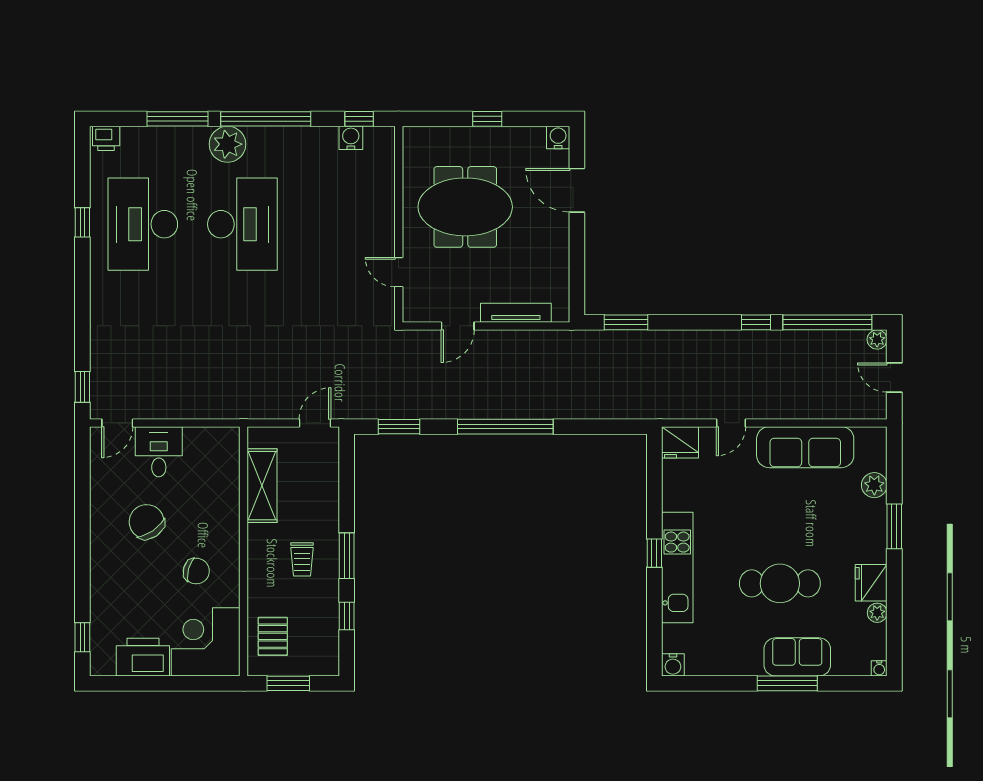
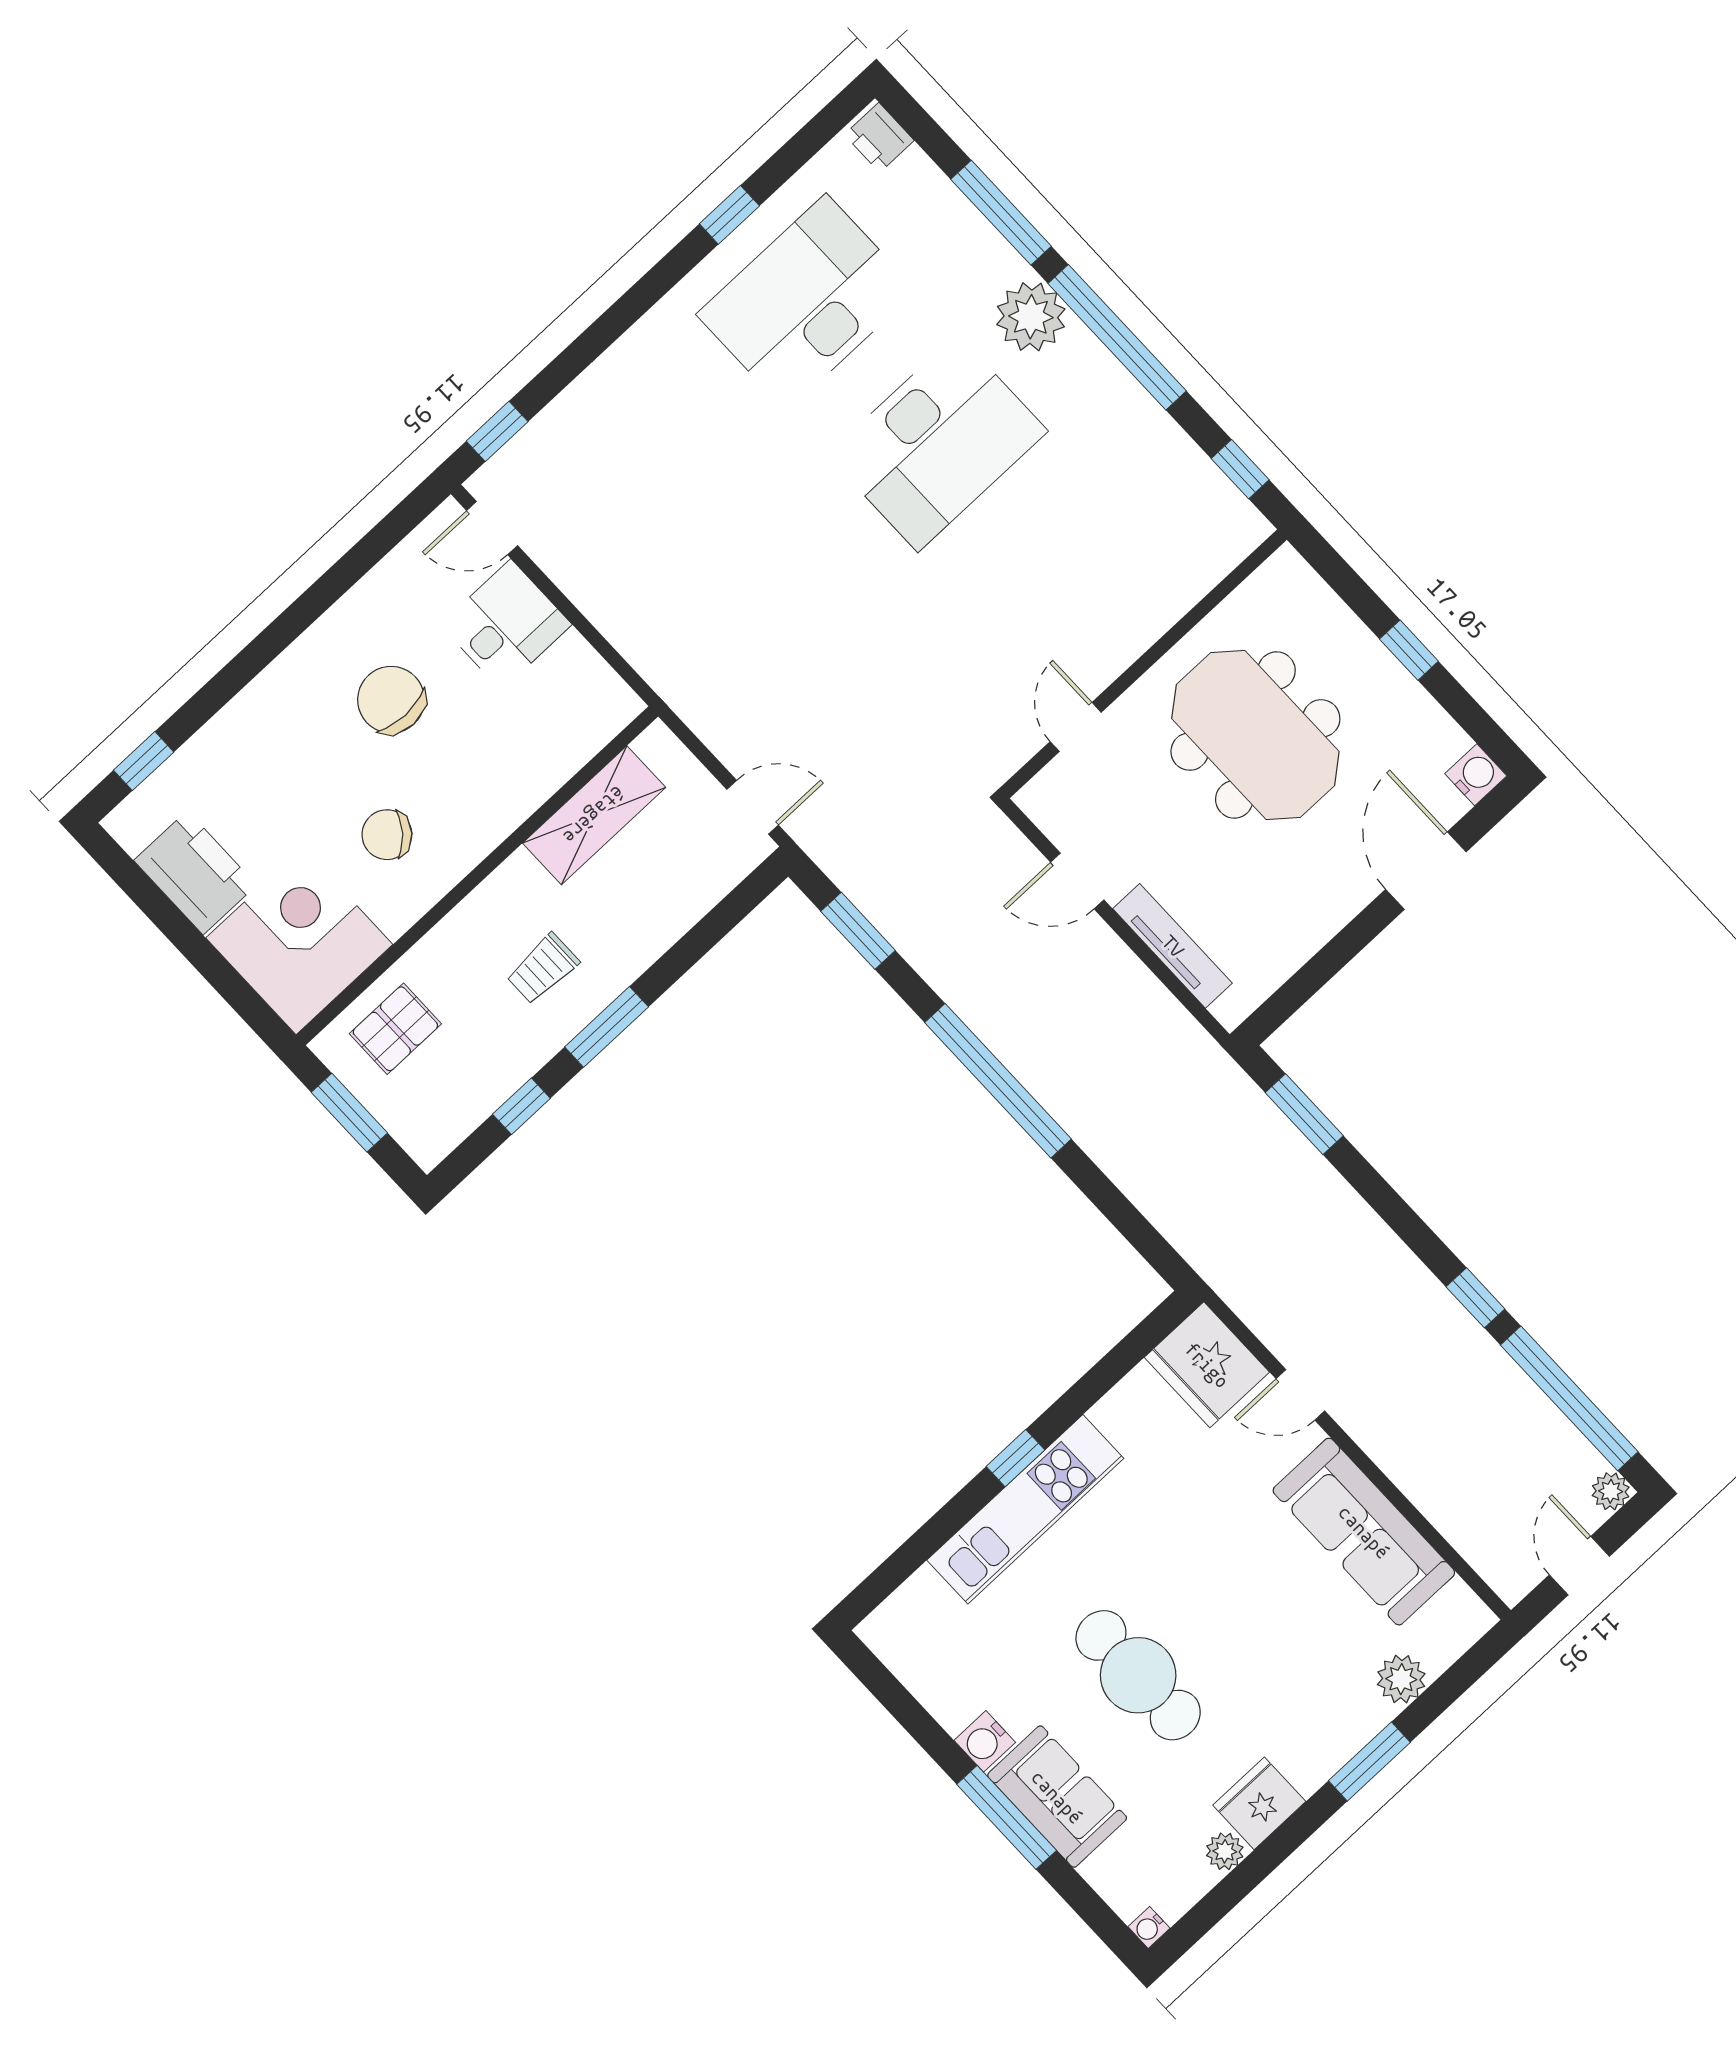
water cooler: (351, 138) -> (1202, 482), removed
fridge: (680, 442) -> (1207, 1365), width x1.36, depth x1.34
chair: (147, 522) -> (391, 700), turned -56
chair: (196, 571) -> (387, 835), turned 115
water cooler: (673, 665) -> (985, 1741), moved

